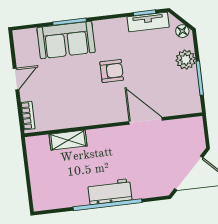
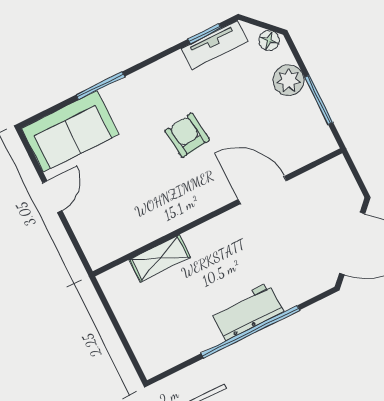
sofa: (66, 40) -> (70, 131), moved
armchair: (112, 71) -> (187, 135), turned -97
bookcase: (28, 116) -> (88, 244), removed

